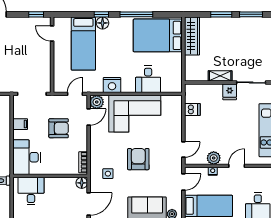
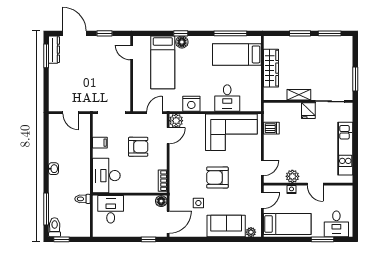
window: (36, 14) -> (105, 33), moved
window: (136, 14) -> (230, 33), moved
bed: (158, 35) -> (237, 54), width x0.67
wardrobe: (192, 36) -> (271, 68), moved
corner sofa: (135, 114) -> (231, 132), moved
armchair: (138, 159) -> (217, 177), turned -90
door: (237, 166) -> (315, 184), swing flipped
side table: (108, 174) -> (198, 203), moved

